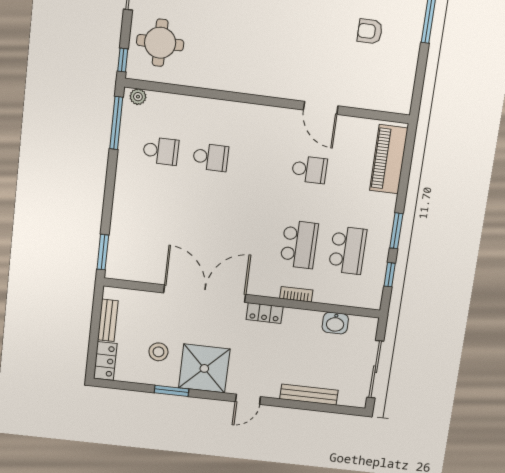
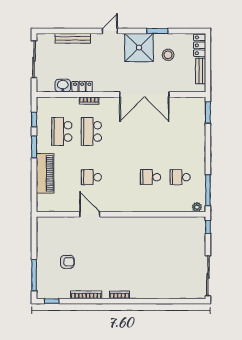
round table: (160, 43) -> (188, 240), removed
piano: (389, 159) -> (45, 173), moved
locker: (265, 313) -> (82, 87), moved

